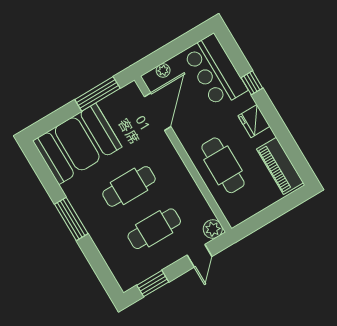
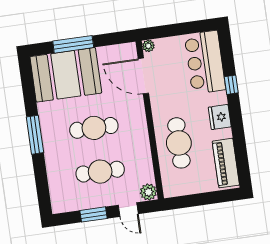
plant: (163, 70) -> (148, 46), moved
window: (97, 94) -> (73, 44), moved
door: (158, 112) -> (143, 76), swing flipped
door: (200, 256) -> (128, 210), hinge flipped
window: (153, 284) -> (94, 214), moved

